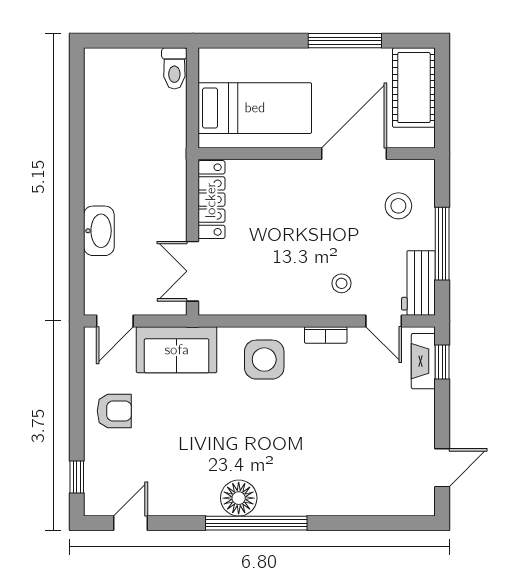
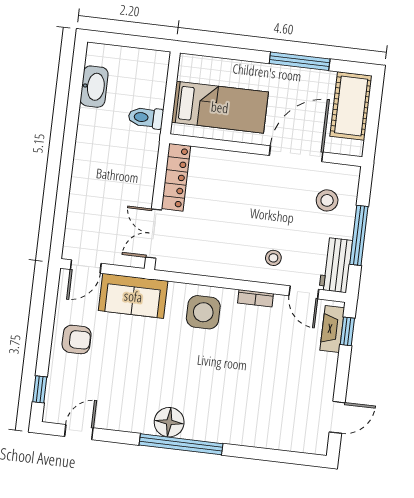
toilet: (174, 68) -> (146, 118), moved, turned 90
washbasin: (99, 231) -> (94, 87), moved

